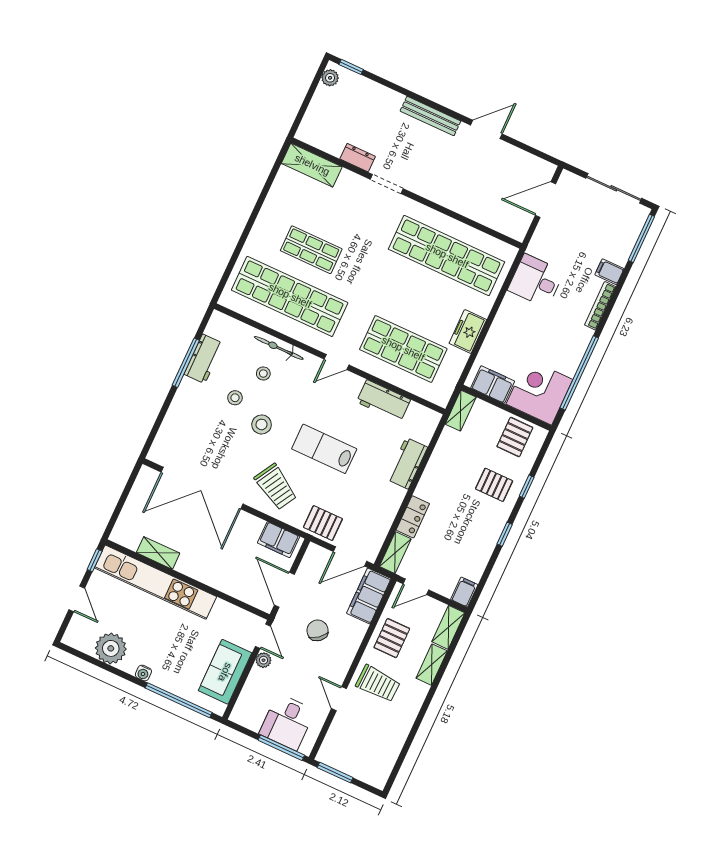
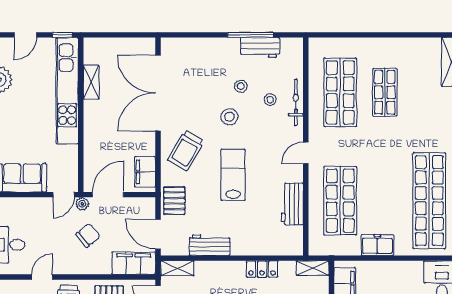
shop shelf: (290, 296) -> (340, 92), width x0.71
door: (336, 362) -> (306, 153), hinge flipped
workbench: (407, 463) -> (210, 245), moved
locker: (413, 517) -> (262, 269), moved
plant: (263, 660) -> (82, 204), moved

